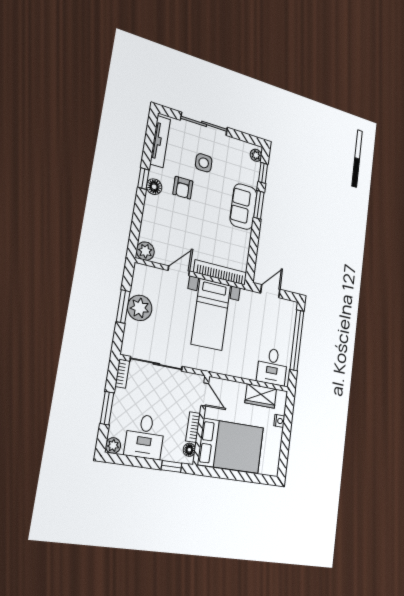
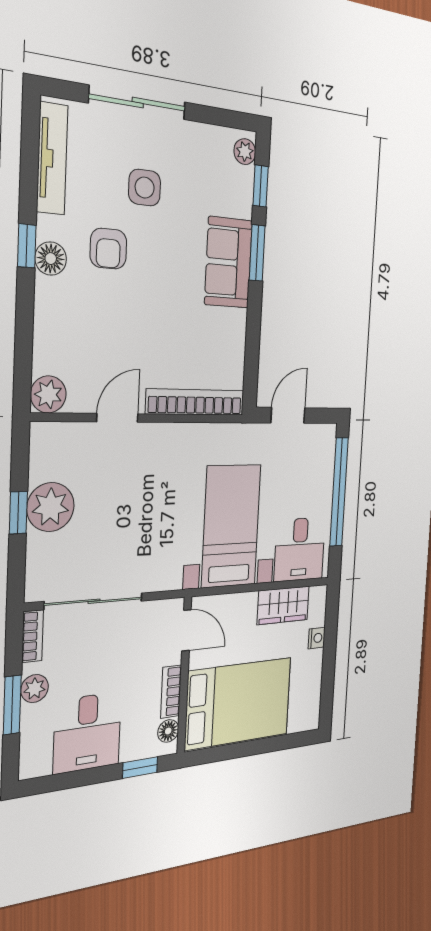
window: (123, 307) -> (18, 513), width x0.67
bed with nightstands: (211, 314) -> (231, 526), moved, turned 180
plant: (113, 446) -> (35, 689), moved

